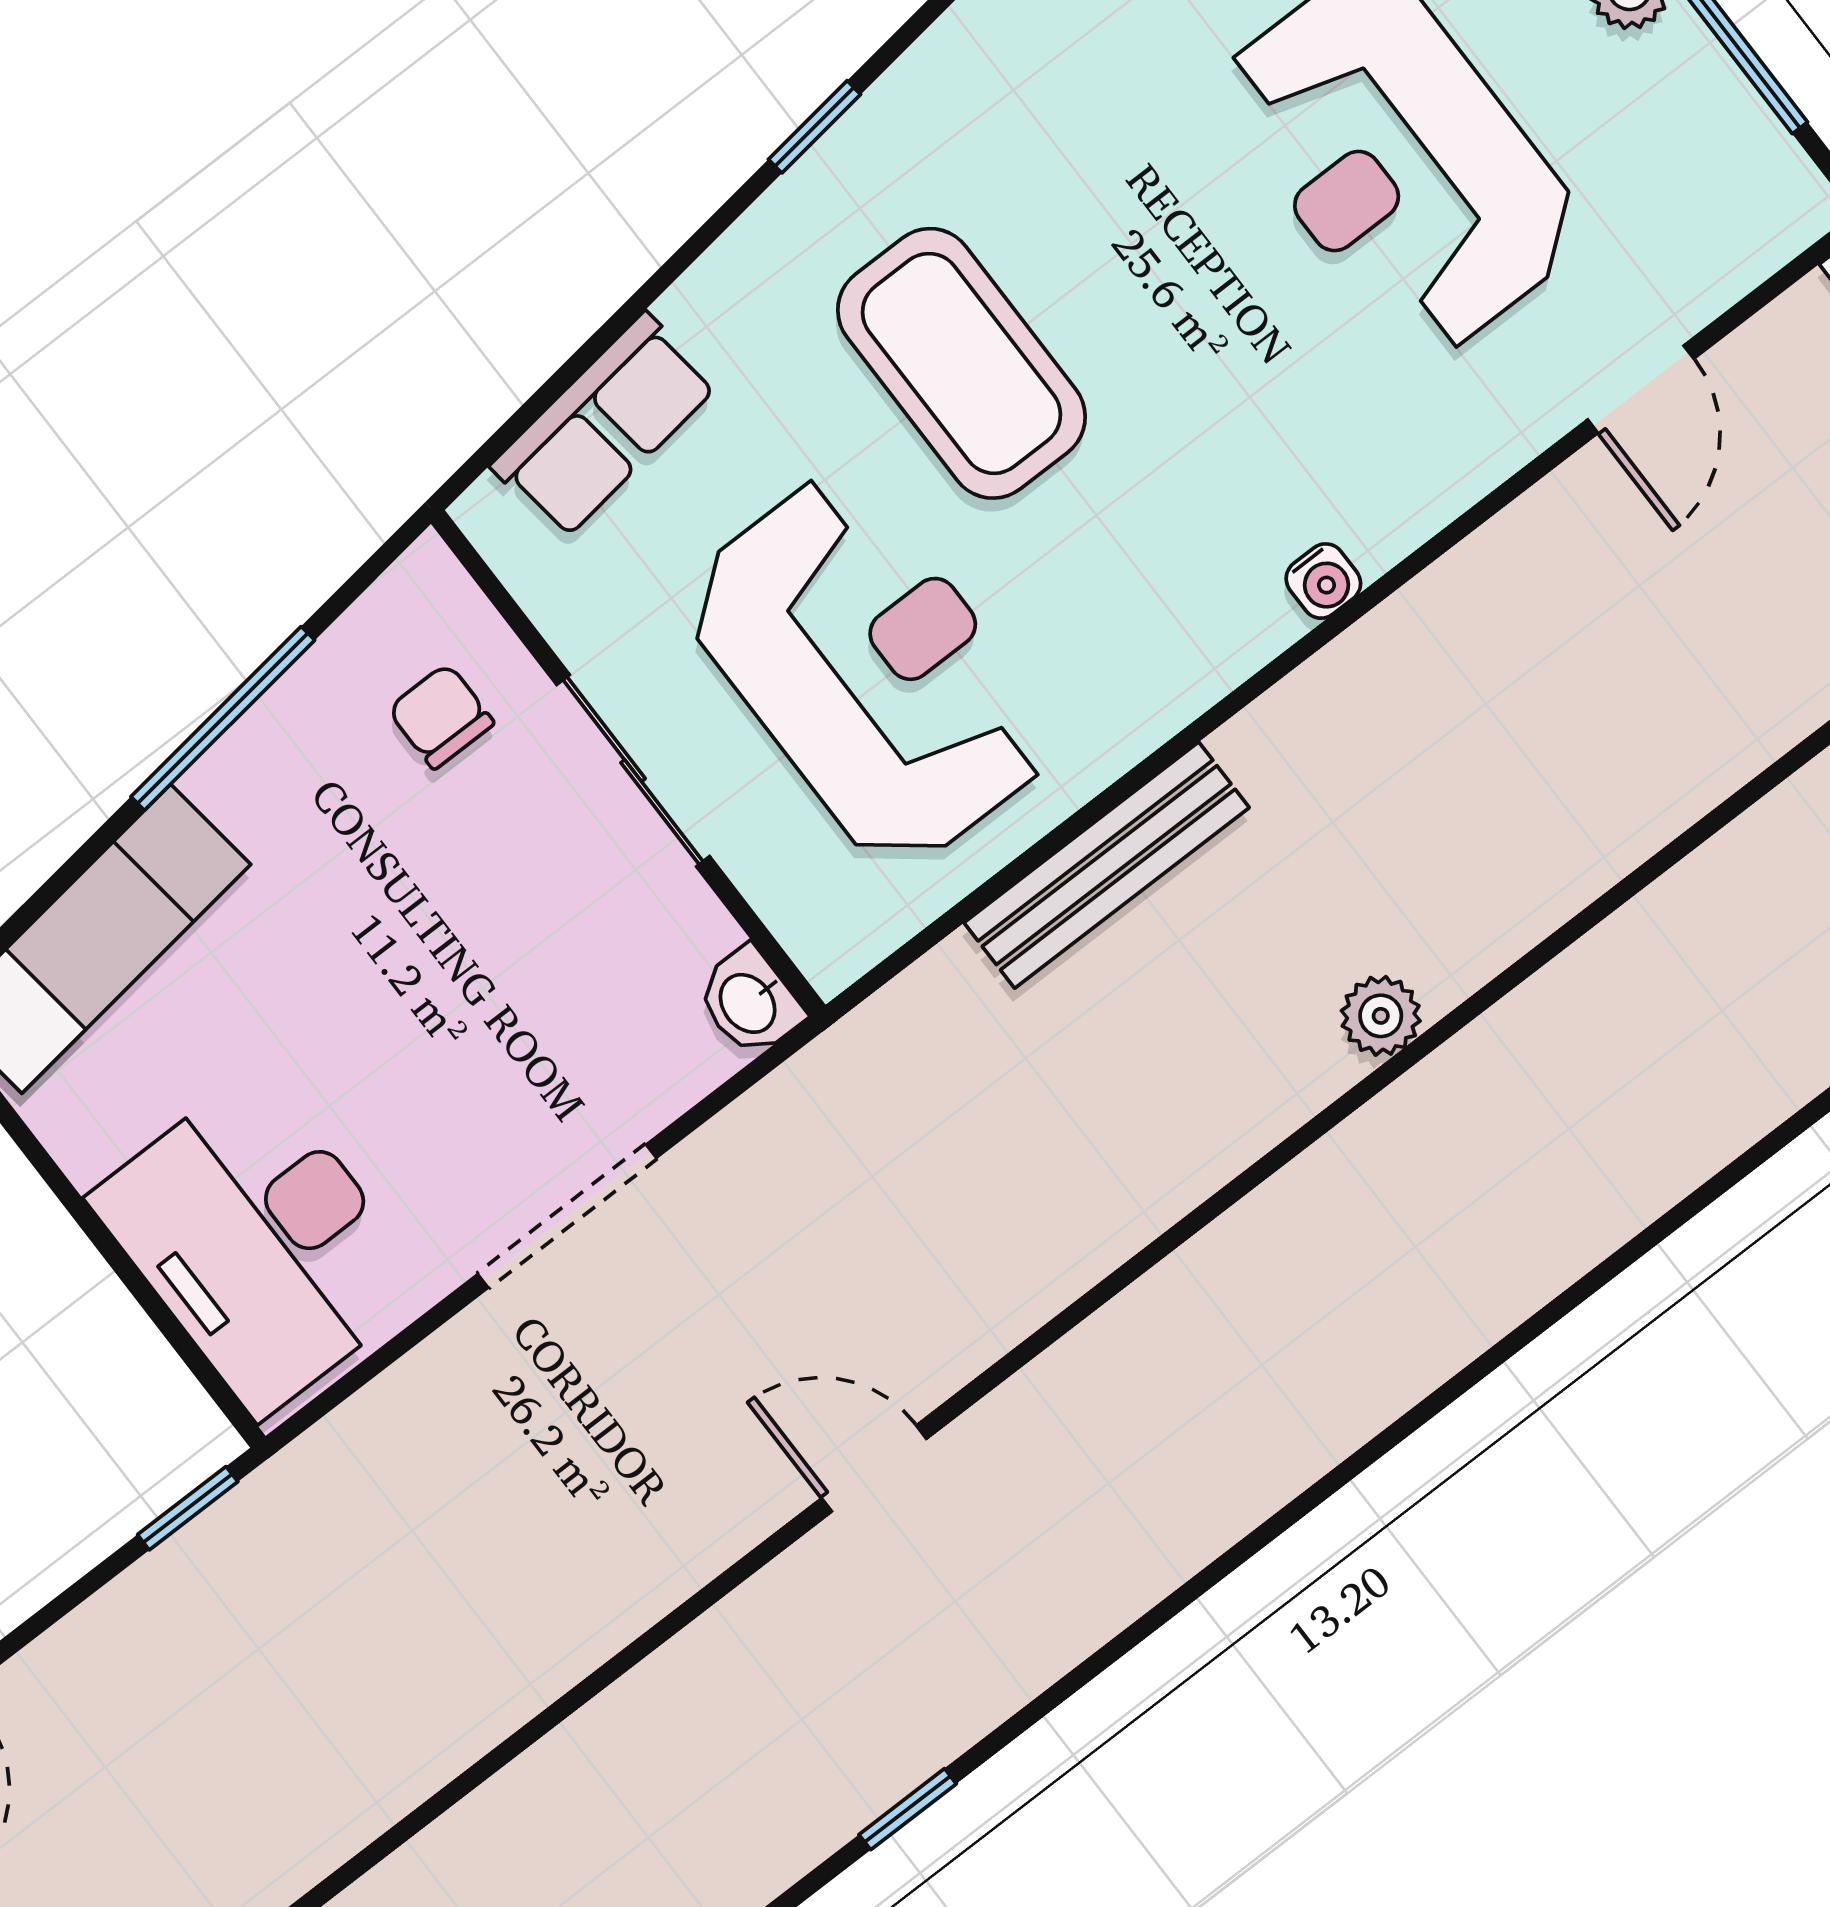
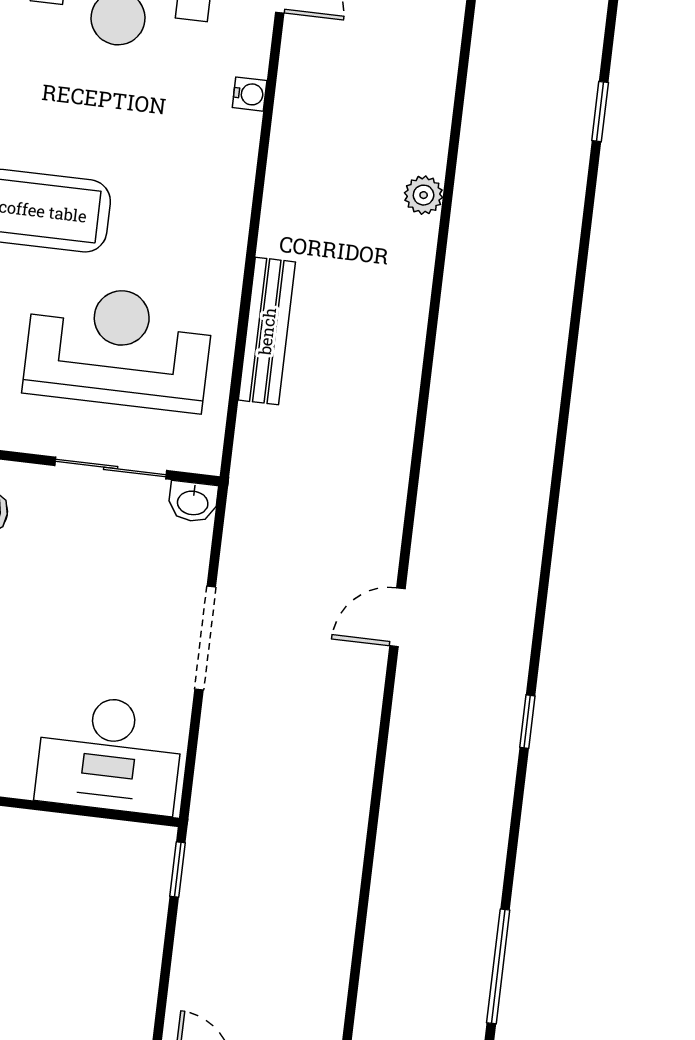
water cooler: (1323, 581) -> (250, 94), moved
sliding door: (633, 771) -> (111, 468), moved
plant: (1381, 1016) -> (424, 195), moved

